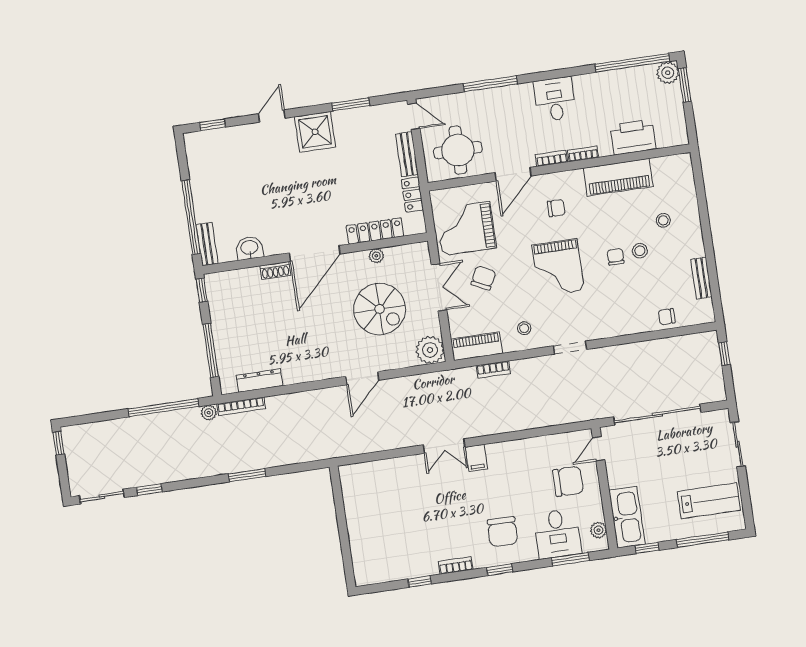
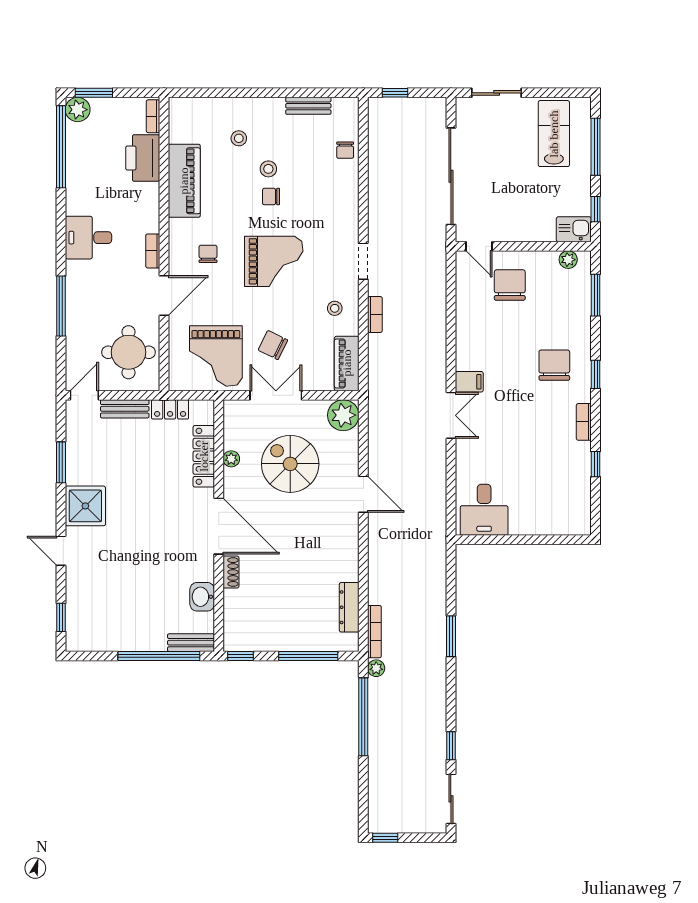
bookcase: (583, 154) -> (153, 116), moved
door: (513, 174) -> (164, 296), hinge flipped
spiral stairs: (380, 309) -> (290, 464), turned -90
bookcase: (493, 369) -> (375, 315), moved
kitchen sink: (627, 517) -> (574, 229), width x0.53, depth x0.81
chair: (502, 532) -> (554, 365), turned -91
desk: (557, 534) -> (484, 510), moved, turned 90

